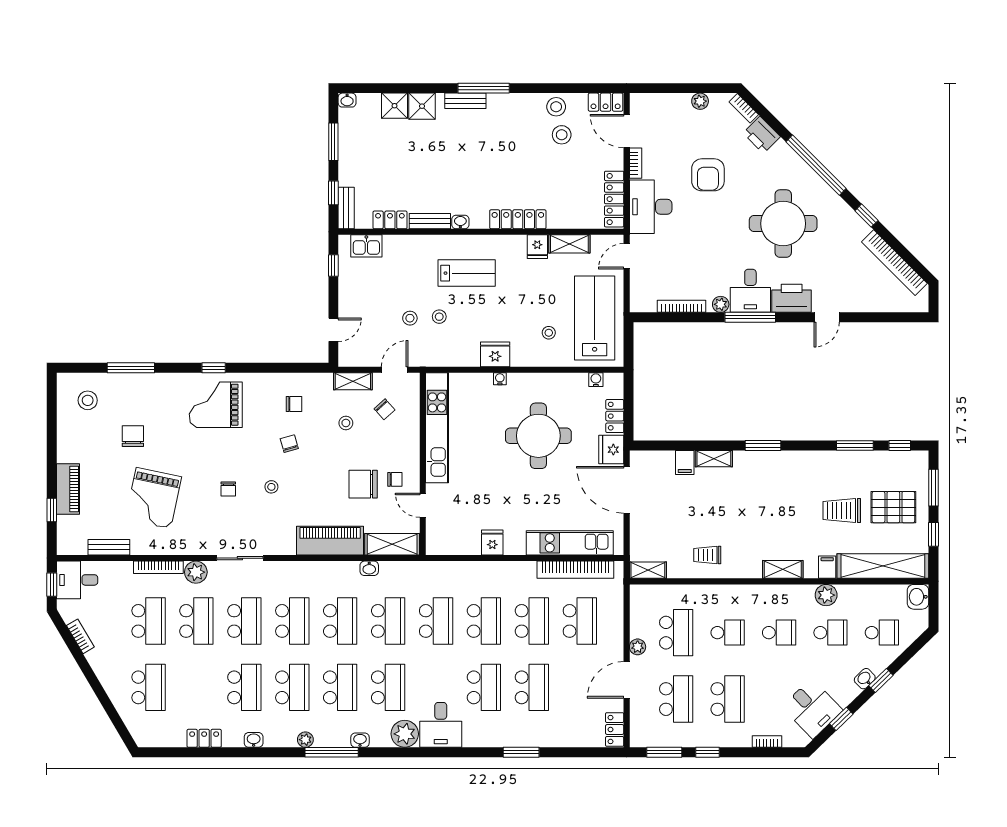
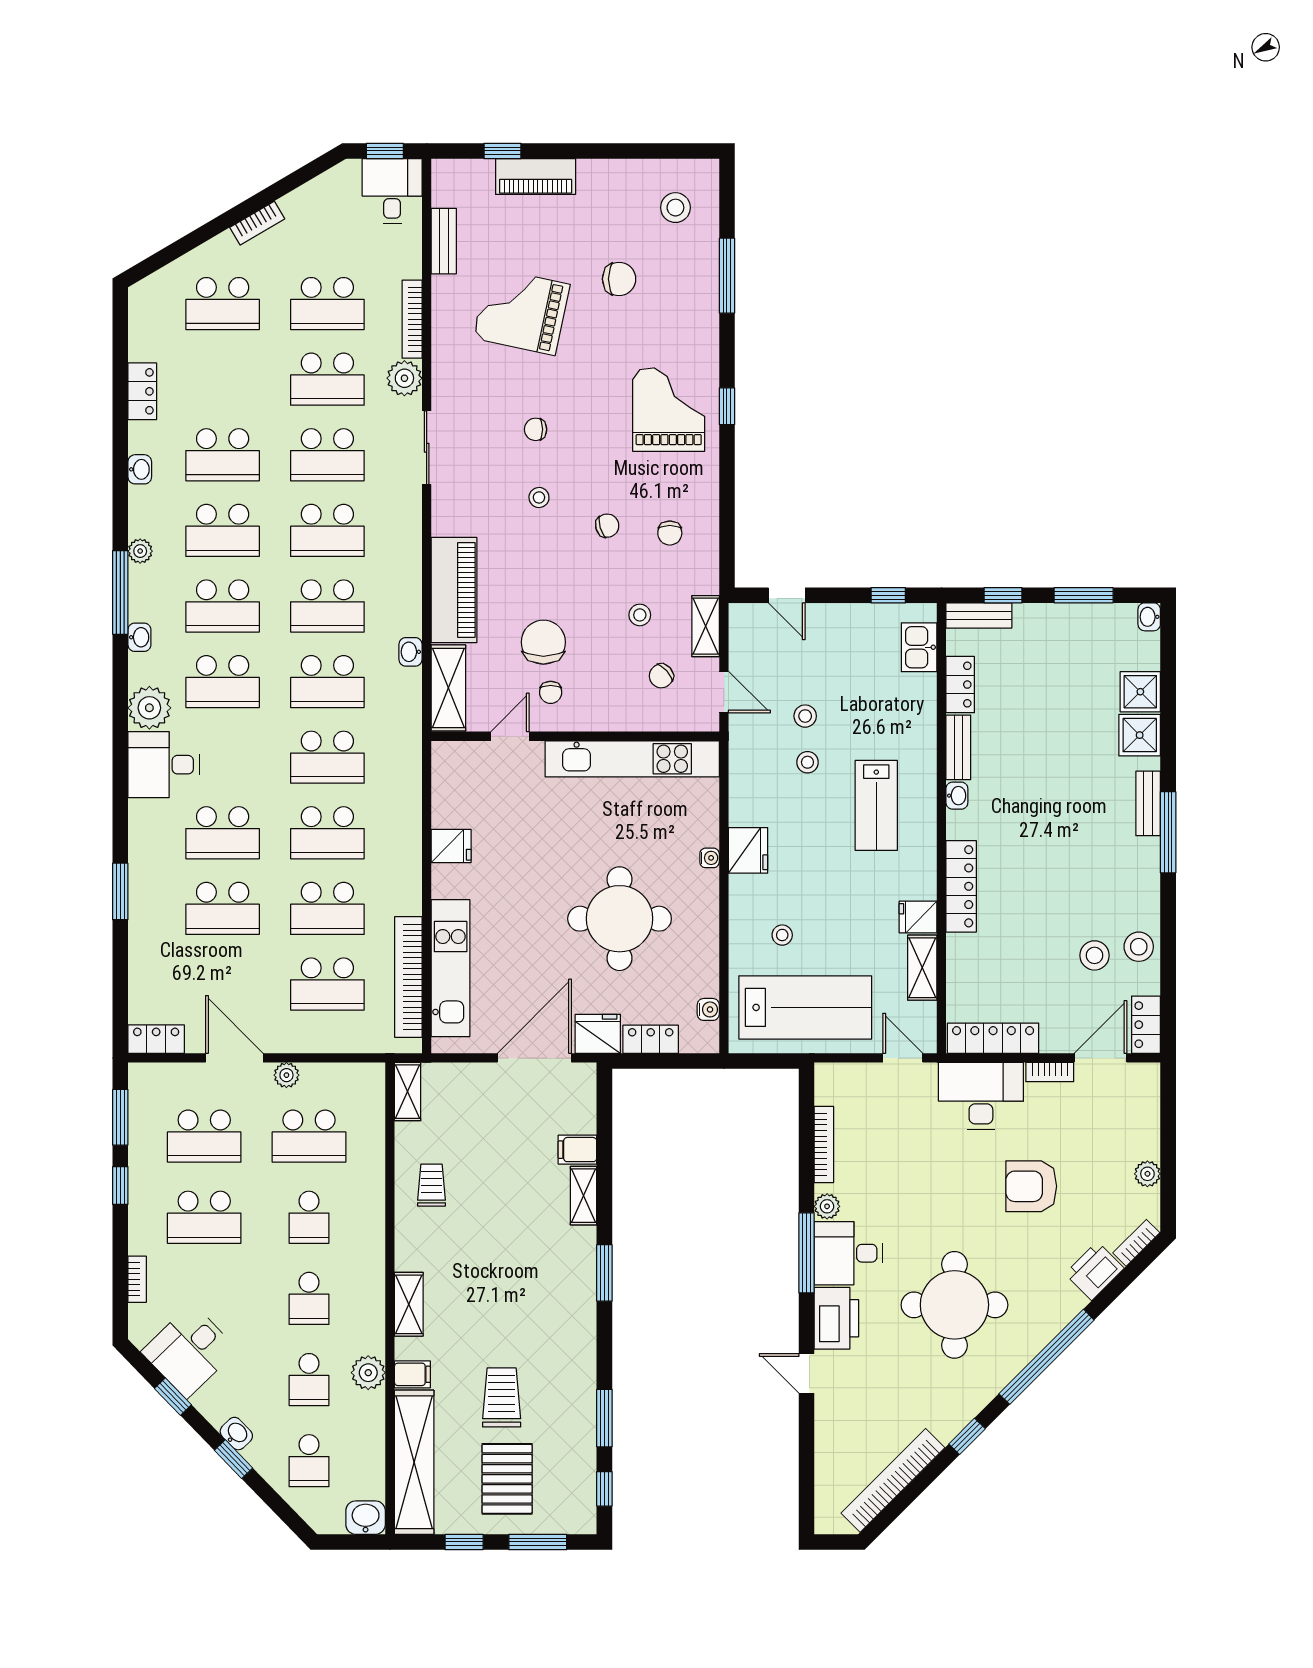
bookcase: (80, 636) -> (257, 223), moved

